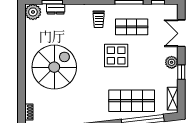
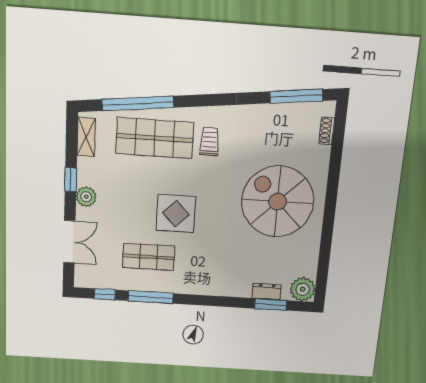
trolley: (99, 19) -> (209, 142), moved
spiral stairs: (54, 67) -> (278, 202), turned 90

